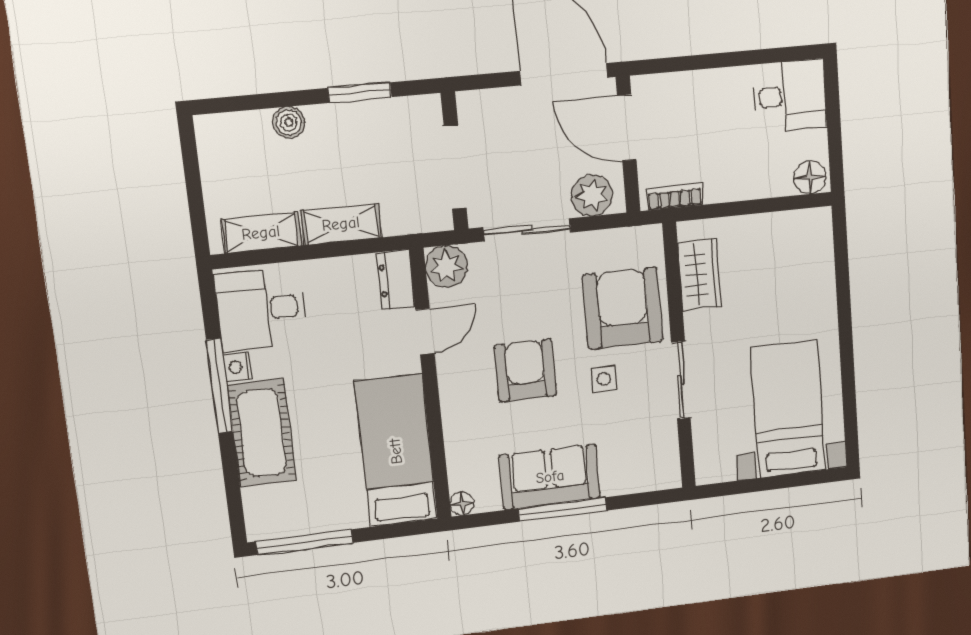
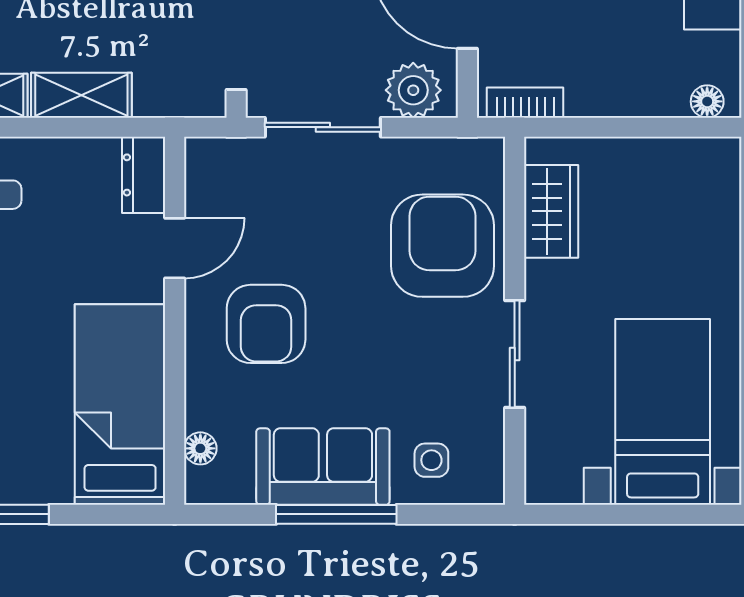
floor lamp: (810, 177) -> (707, 101), width x0.73, depth x0.73
plant: (447, 266) -> (212, 164), removed
armchair: (525, 370) -> (266, 324), moved, turned 180
side table: (604, 379) -> (431, 460), moved
floor lamp: (462, 504) -> (200, 448), moved

